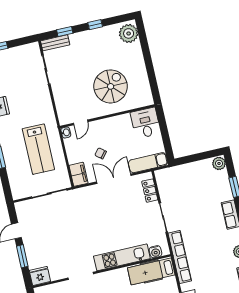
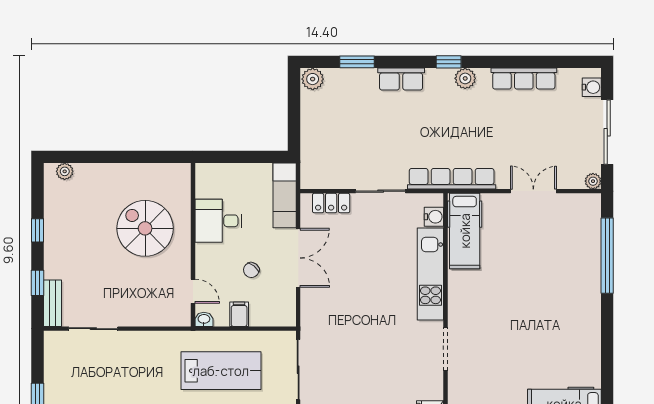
plant: (129, 33) -> (65, 171), width x0.53, depth x0.53
desk: (146, 123) -> (218, 221), moved
filing cabinet: (78, 174) -> (239, 314), moved, width x0.50
double door: (114, 179) -> (298, 258), swing flipped

